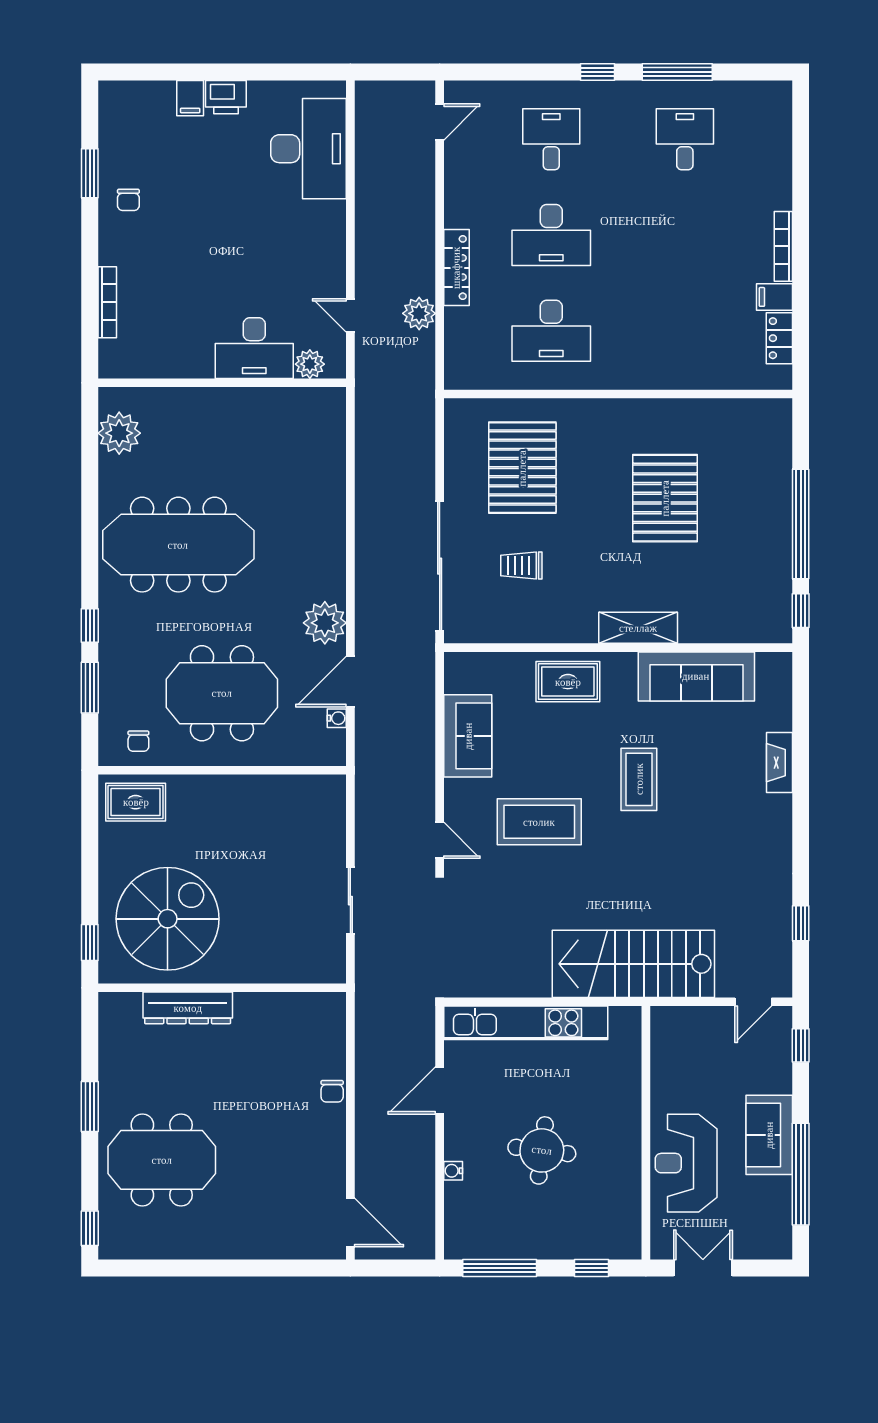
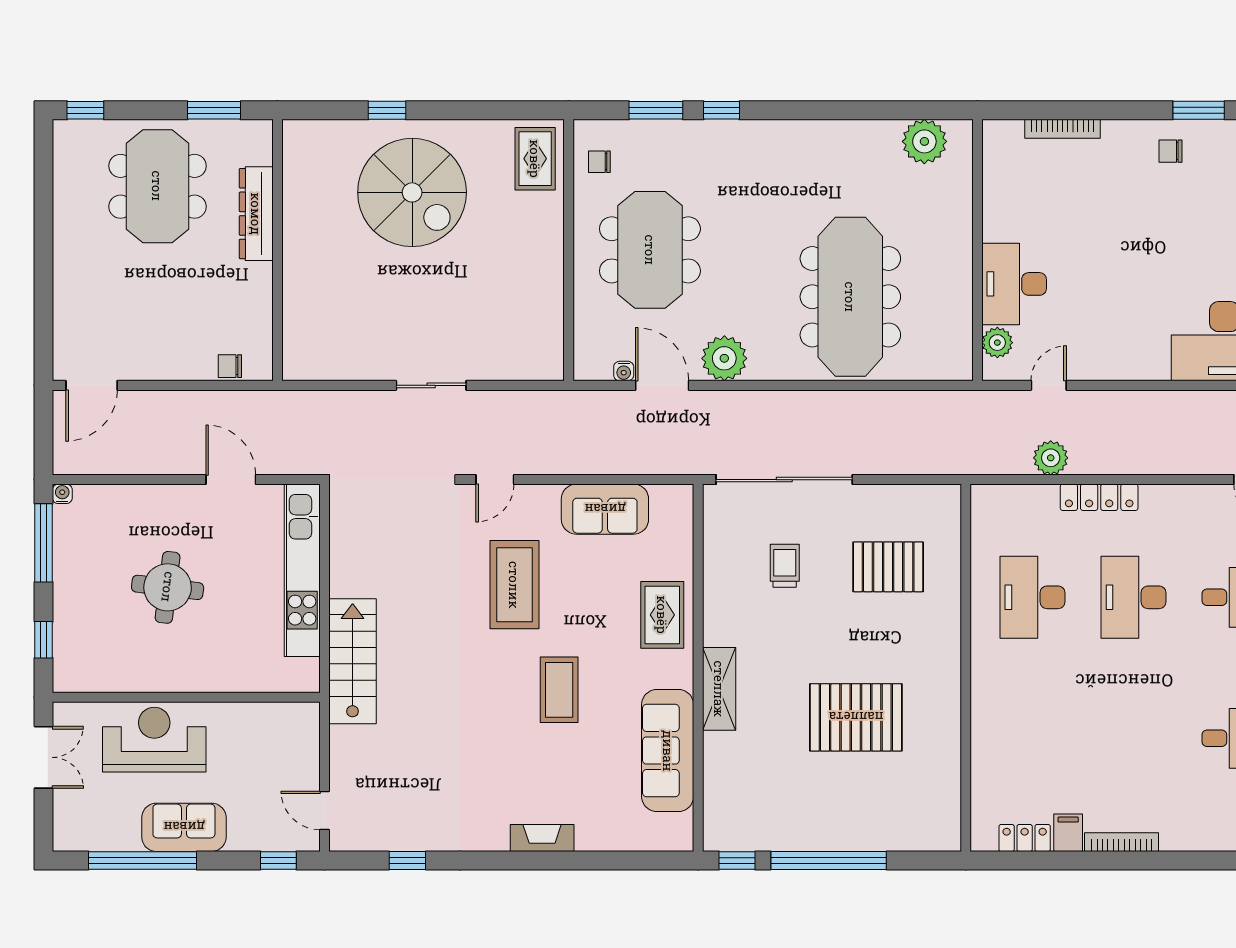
pallet: (522, 468) -> (888, 567), width x0.73, depth x0.71
meeting table: (178, 545) -> (850, 297), moved
fireplace: (779, 763) -> (542, 838), moved
coffee table: (639, 779) -> (559, 690), turned 90
stairs: (633, 964) -> (353, 661), width x0.73, depth x0.66
wall: (222, 988) -> (277, 250), moved
dresser: (188, 1008) -> (256, 214), moved
water cooler: (453, 1171) -> (62, 494), moved

